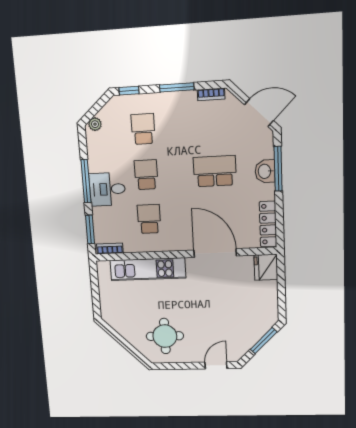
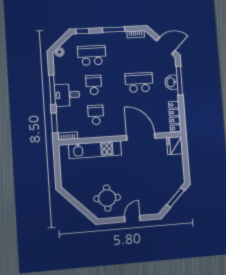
school desk: (143, 129) -> (92, 55), width x1.85
door: (216, 365) -> (132, 219), moved

